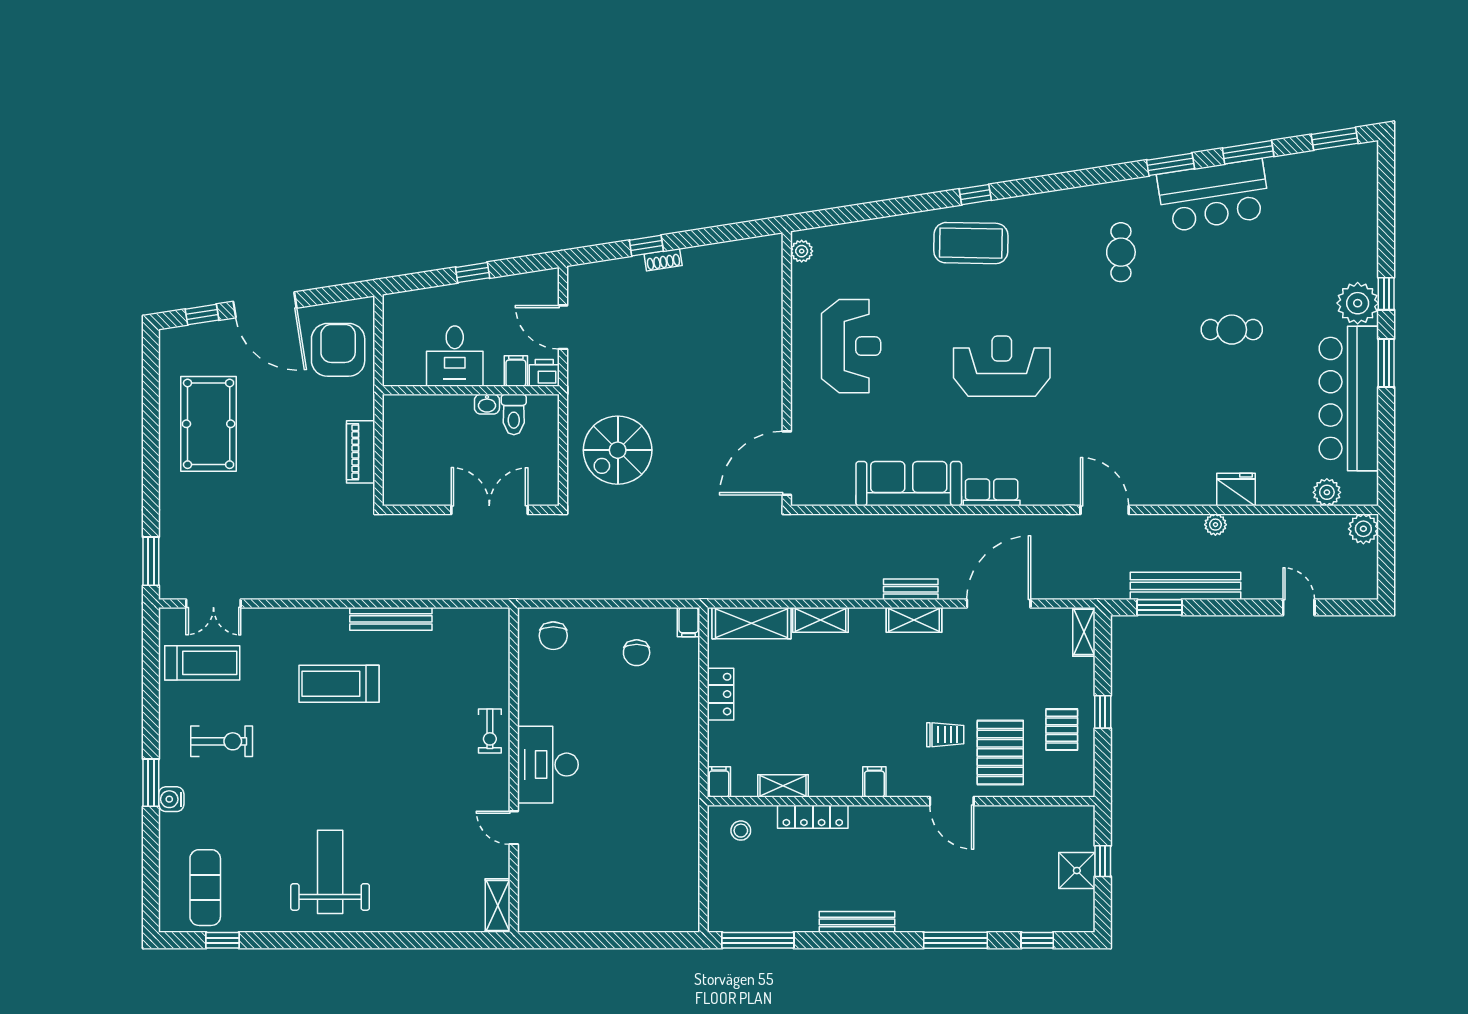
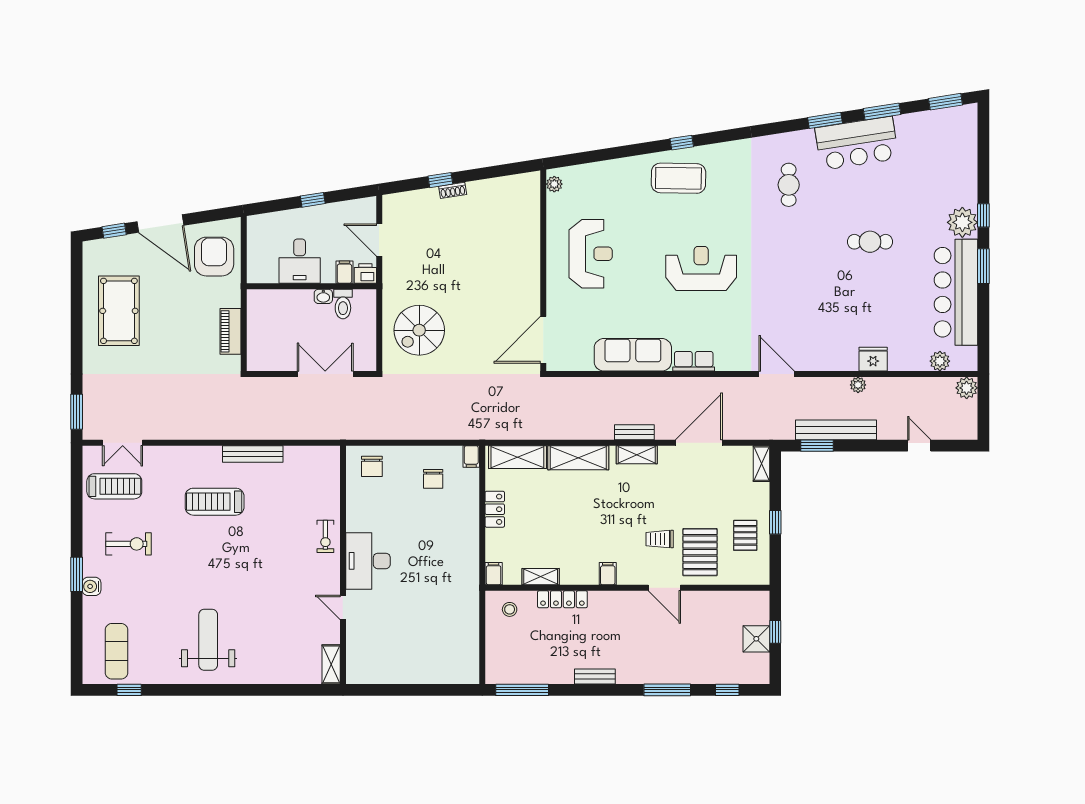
shelving: (820, 620) -> (578, 458), width x1.50, depth x1.33
trolley: (945, 735) -> (660, 539), turned 180
bench: (857, 922) -> (595, 676), width x0.73

